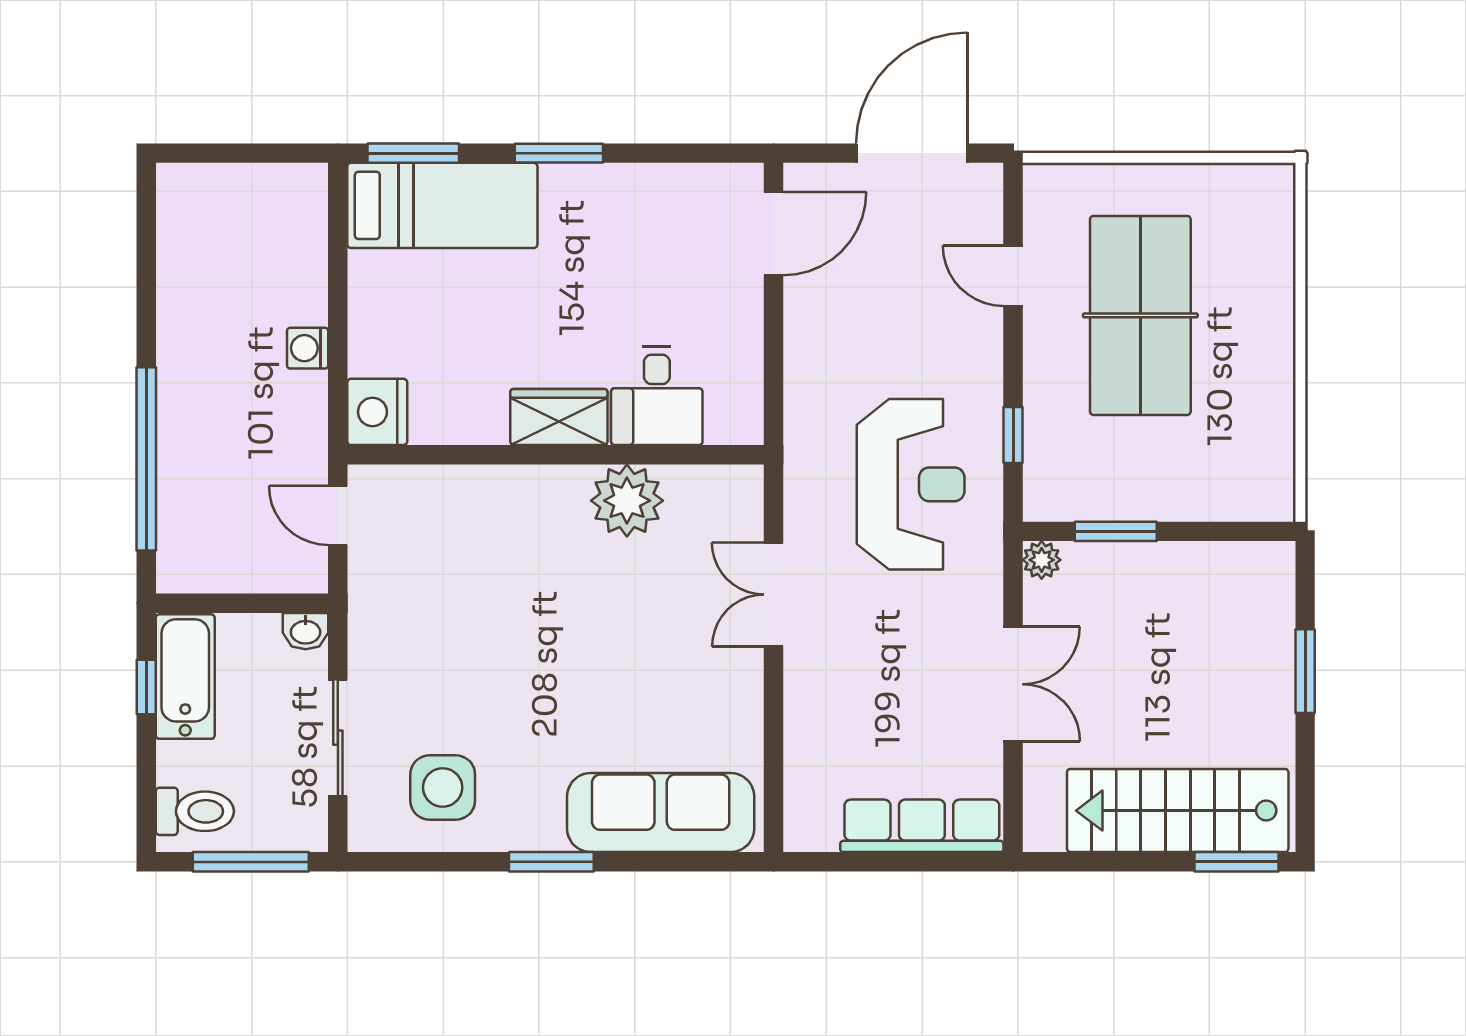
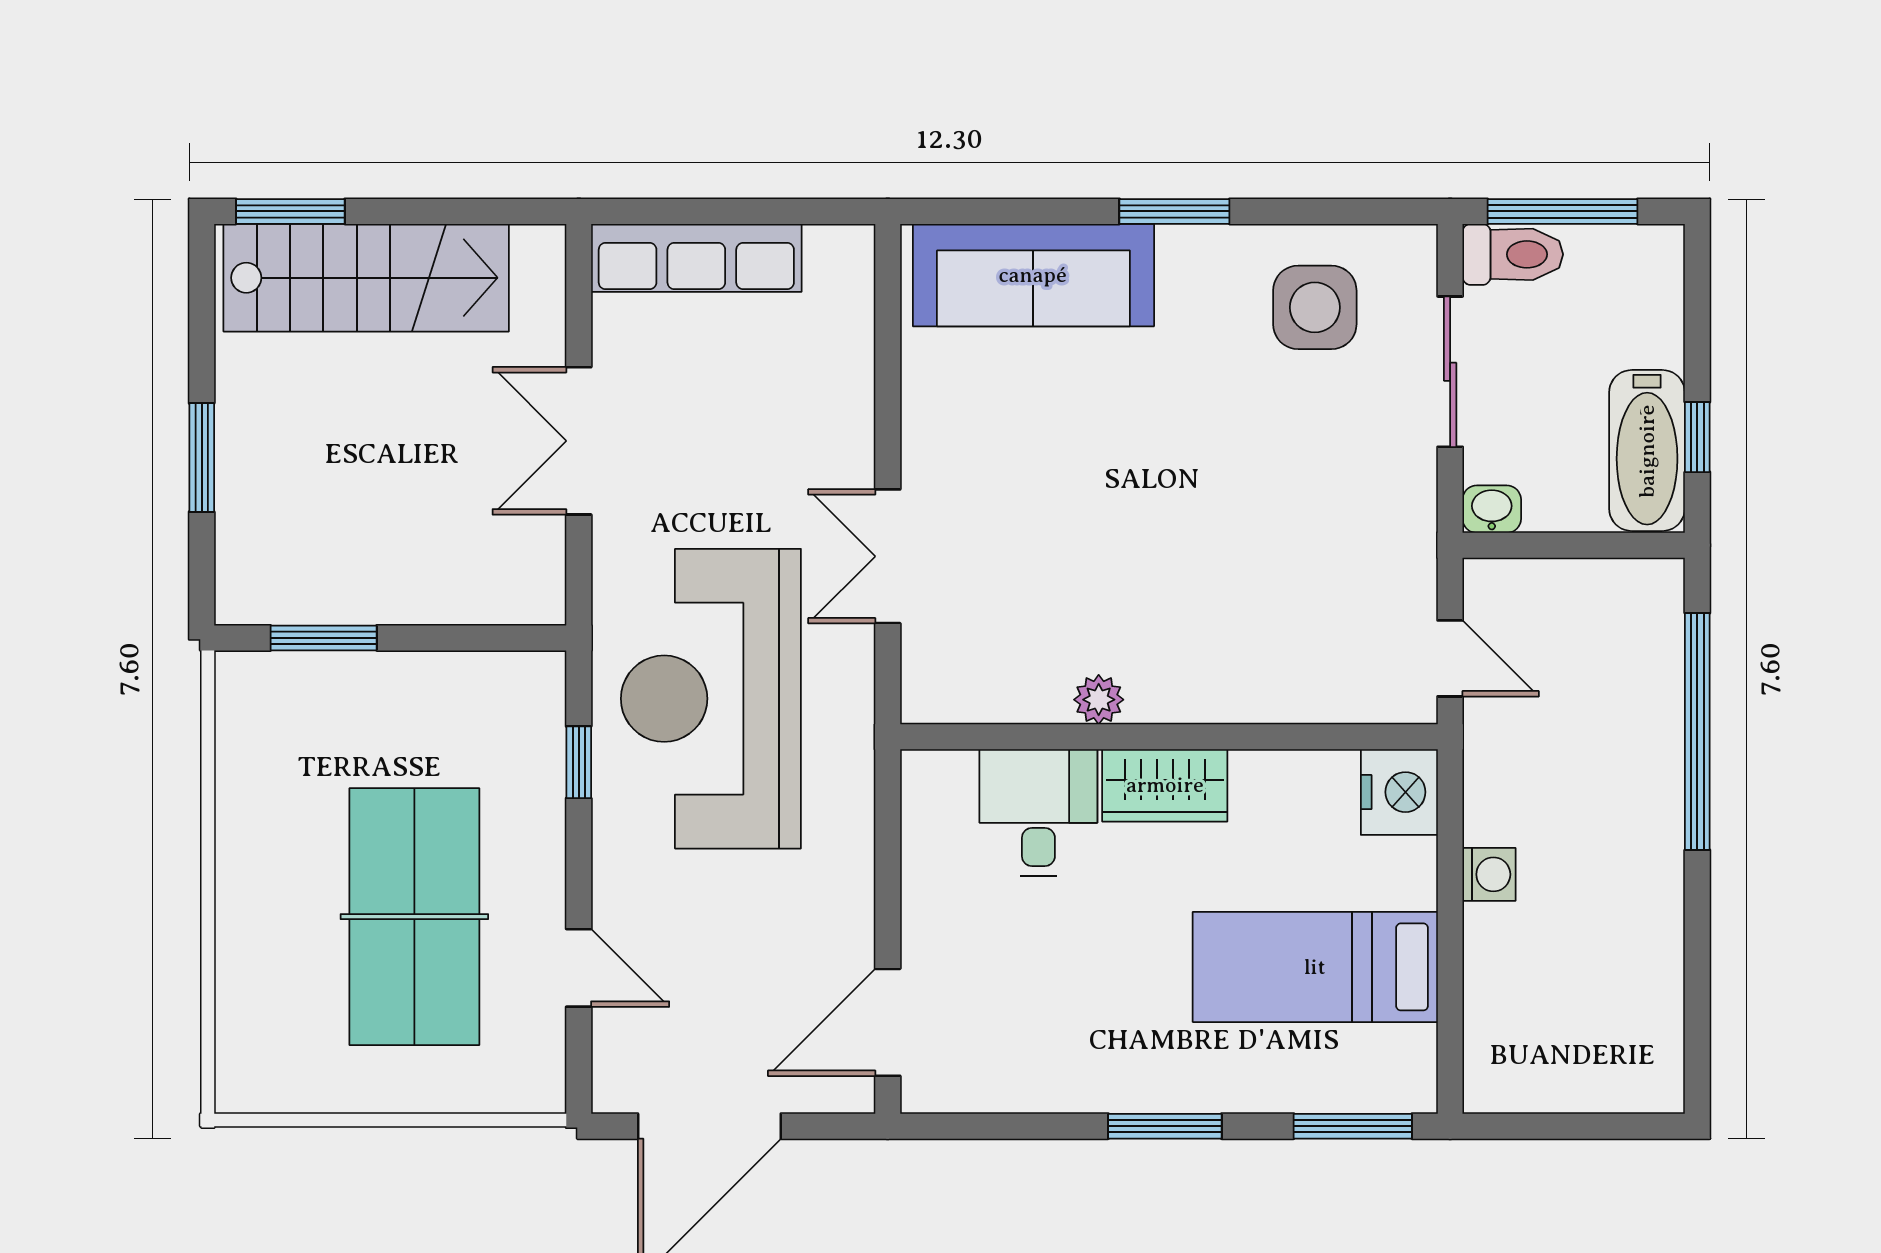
bed: (442, 205) -> (1315, 967), moved
reception desk: (911, 484) -> (711, 699), width x1.36, depth x1.30
plant: (627, 501) -> (1099, 700), width x0.53, depth x0.53
window: (1116, 531) -> (324, 638), moved
plant: (1042, 560) -> (542, 601), removed
double door: (774, 595) -> (888, 556), swing flipped
toilet: (195, 811) -> (1513, 254), moved, turned 180

